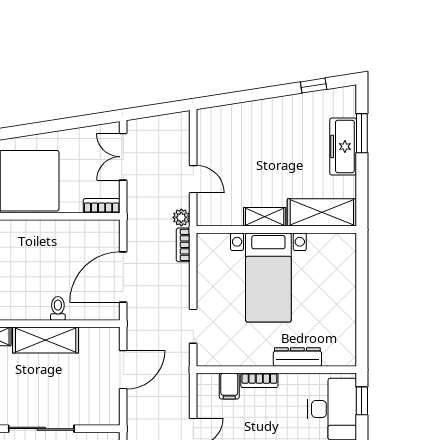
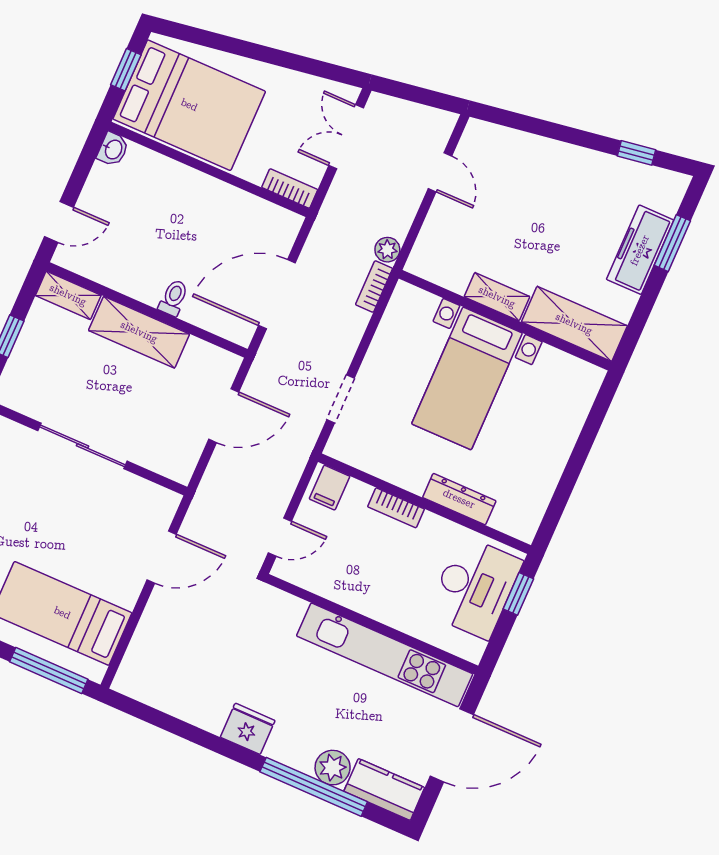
door: (193, 179) -> (440, 172), moved
filing cabinet: (229, 386) -> (330, 488), moved

